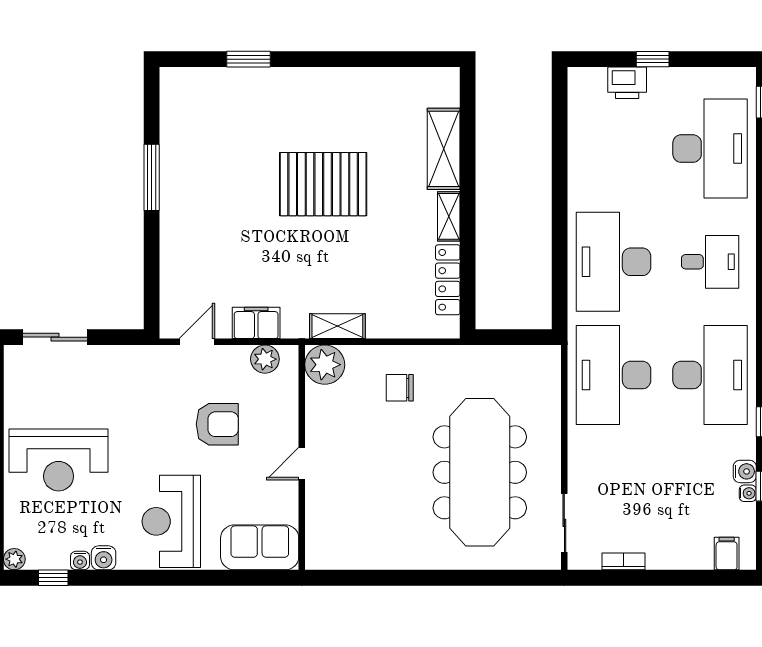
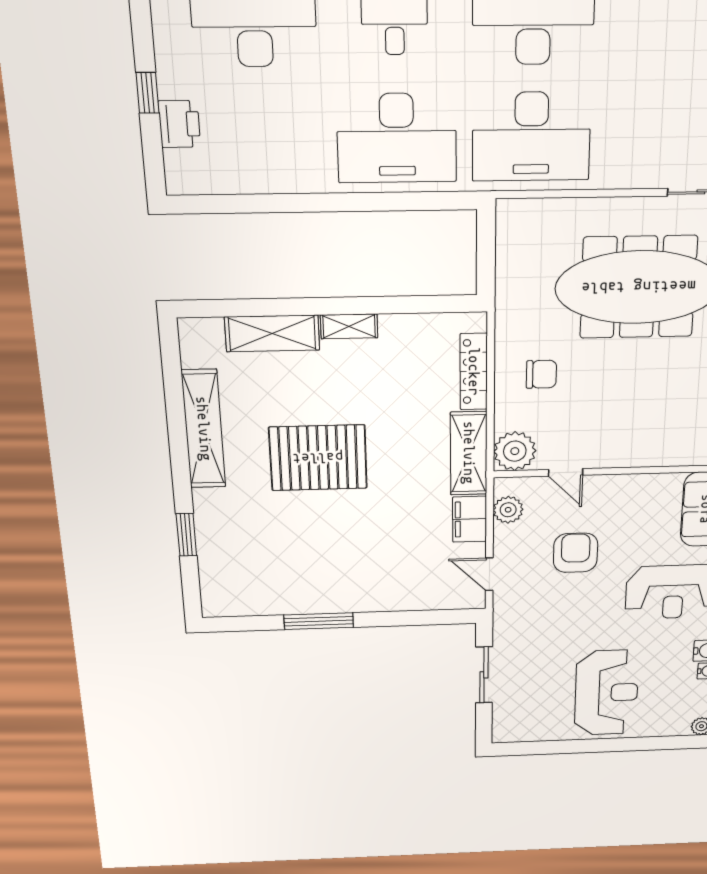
shelving: (354, 83) -> (204, 429), added
pallet: (323, 184) -> (318, 458), turned 90
locker: (448, 280) -> (474, 372), moved, turned 90
shelving: (337, 326) -> (469, 453), width x1.50, depth x1.33
sliding door: (55, 337) -> (484, 675), moved
chair: (400, 388) -> (541, 374), turned -90
door: (302, 464) -> (566, 472), moved

